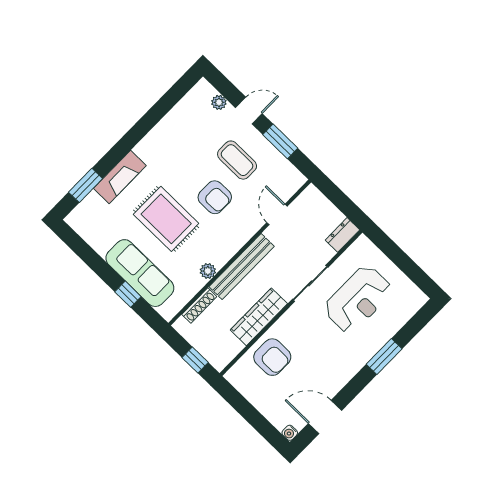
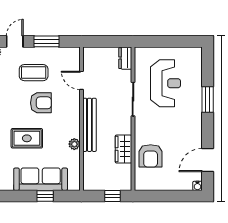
rug: (166, 219) -> (27, 138), width x0.73, depth x0.70
shoe rack: (199, 306) -> (87, 166), removed
wardrobe: (259, 317) -> (123, 149), width x0.67
armchair: (272, 357) -> (151, 156), turned 90

